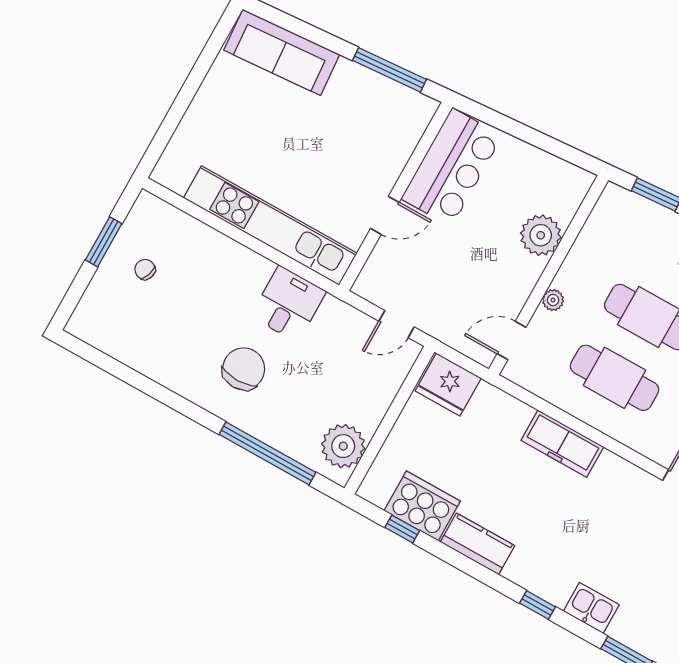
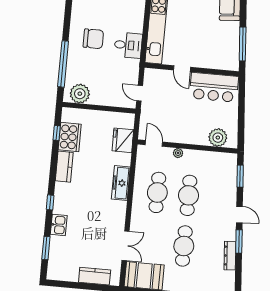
plant: (541, 235) -> (218, 138), moved
fridge: (448, 385) -> (123, 140), moved

